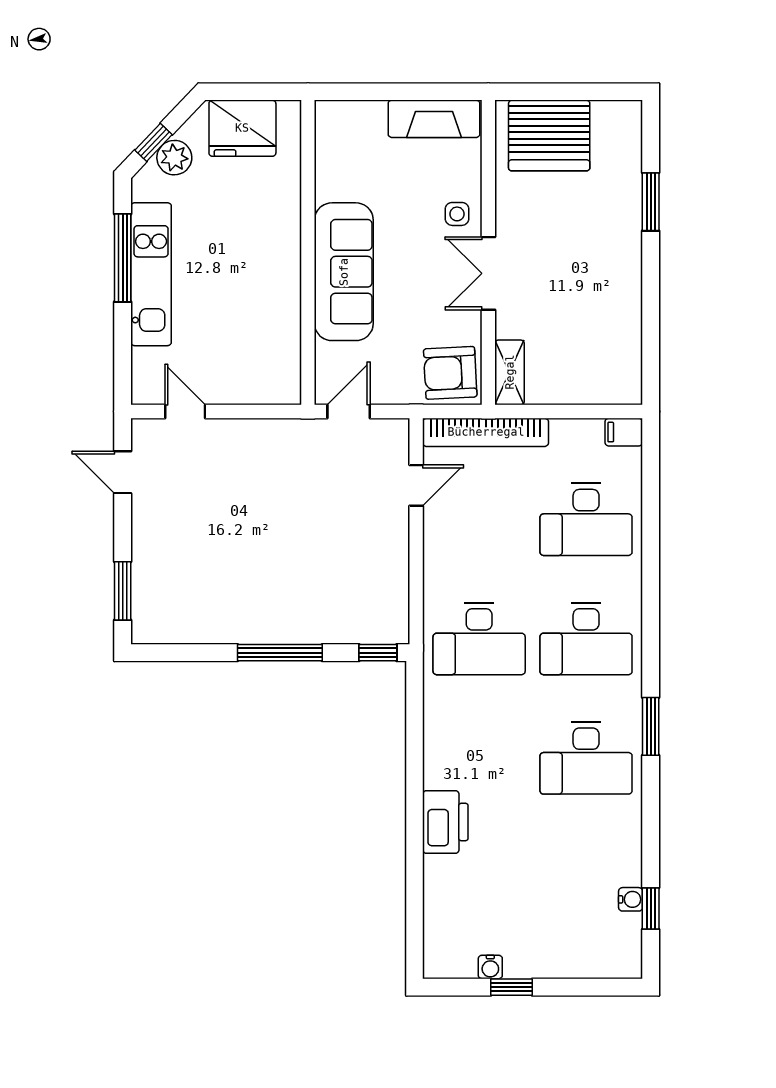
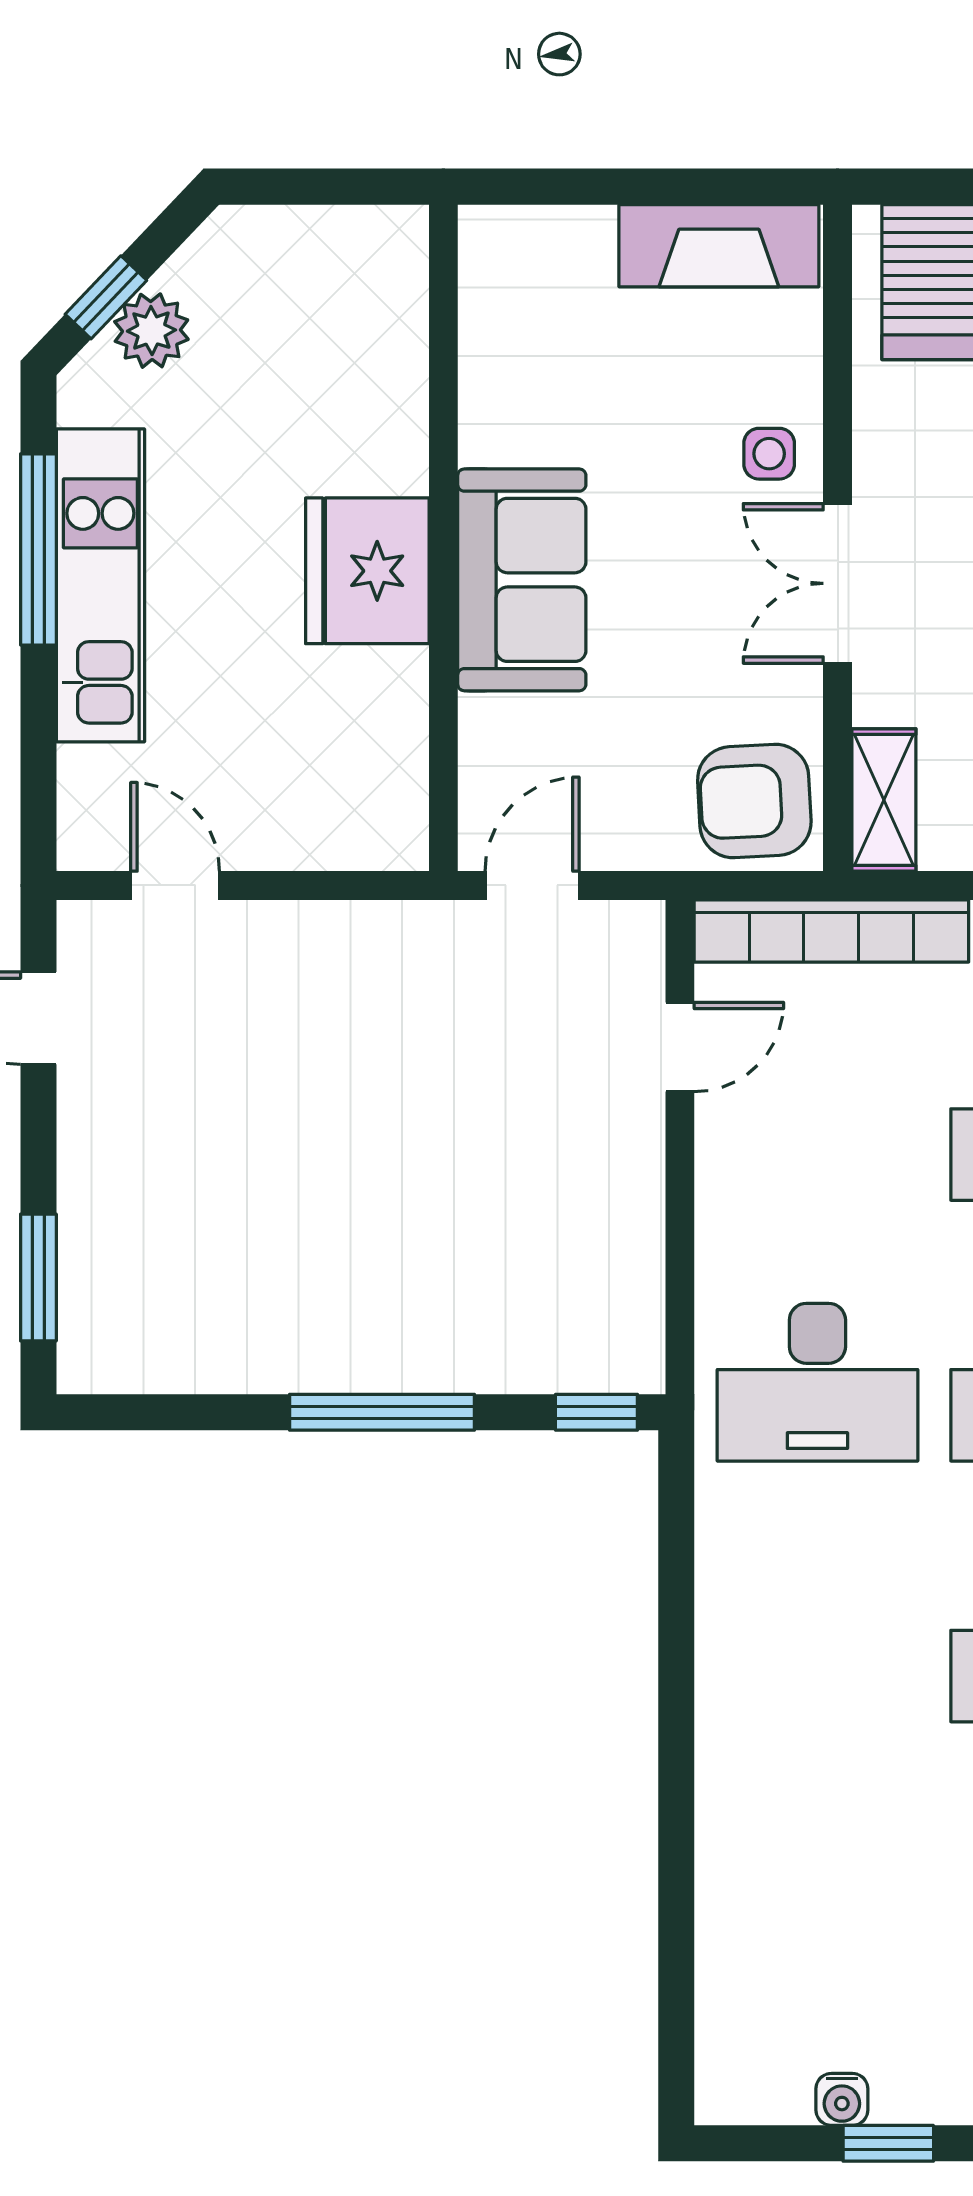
fridge: (242, 128) -> (367, 571), moved, turned 90
sofa: (344, 272) -> (522, 580), width x0.73
printer: (445, 822) -> (744, 1782), removed

